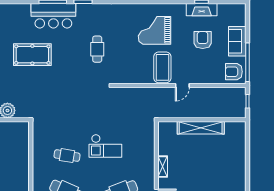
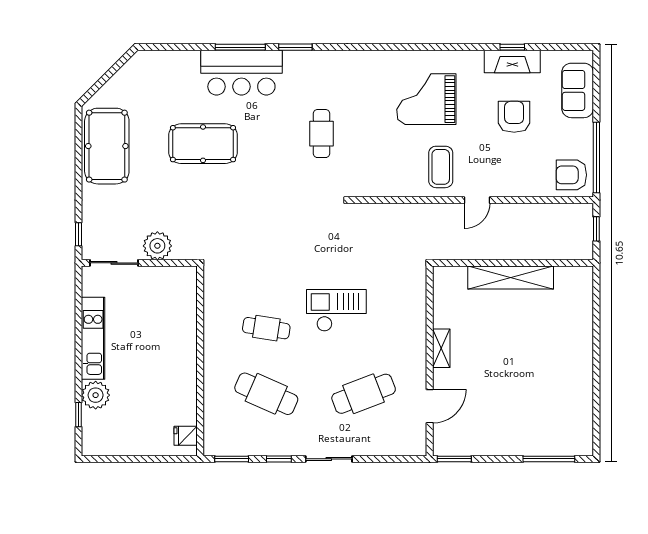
sofa: (237, 41) -> (578, 90), moved
coffee table: (162, 67) -> (441, 167), width x0.73, depth x0.76
checkout: (105, 146) -> (336, 310), turned 180

